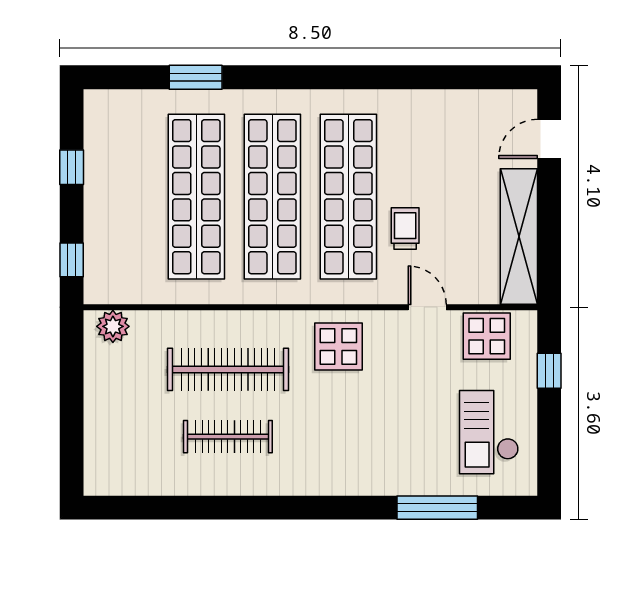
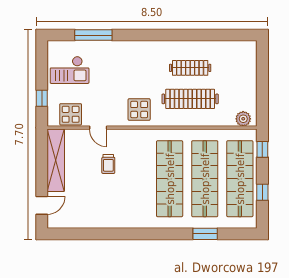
shop shelf: (348, 197) -> (240, 179), moved
checkout: (489, 432) -> (70, 70), turned 90

